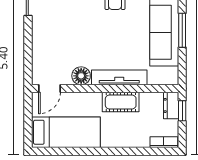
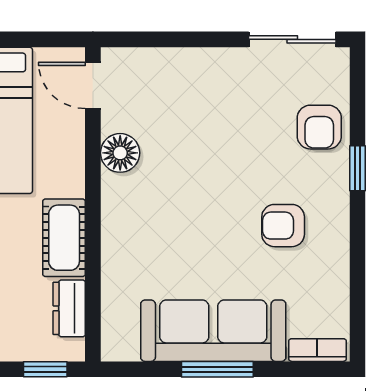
tv unit: (119, 77) -> (117, 235), removed
dresser: (171, 105) -> (69, 308), moved, turned -90

